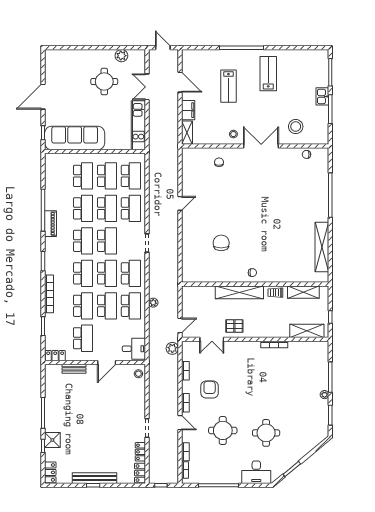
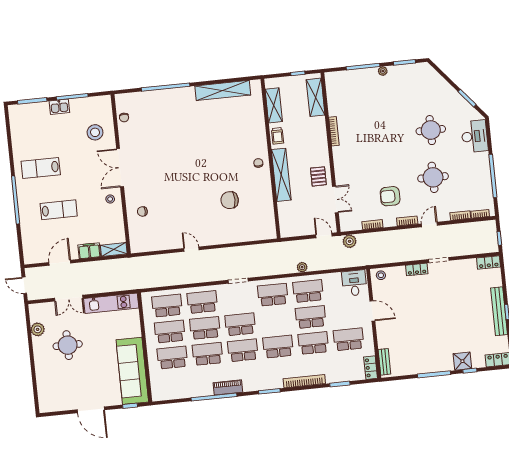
door: (163, 48) -> (24, 285), hinge flipped
school desk: (107, 273) -> (275, 321), removed
bench: (74, 369) -> (384, 362), moved
locker: (140, 452) -> (417, 269), moved

